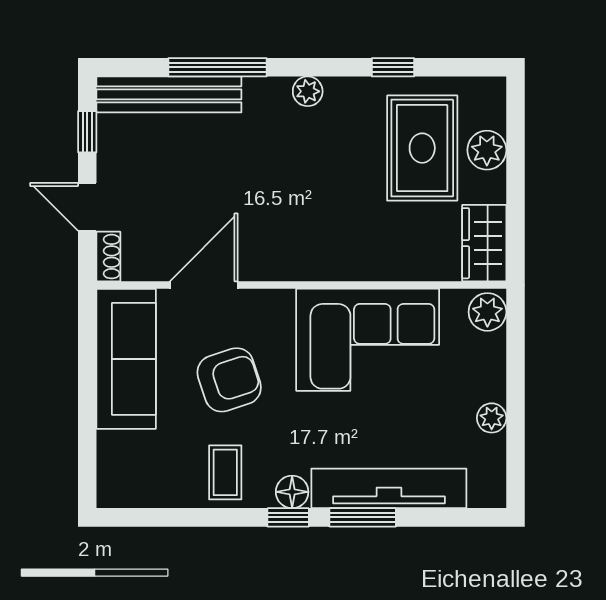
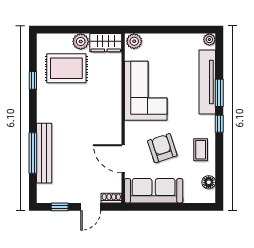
plant: (308, 91) -> (43, 116), removed
bench: (169, 94) -> (44, 153), moved
plant: (487, 150) -> (81, 41), moved
plant: (492, 418) -> (209, 40), moved
coffee table: (225, 472) -> (201, 150), turned 90
floor lamp: (292, 492) -> (209, 182), moved

